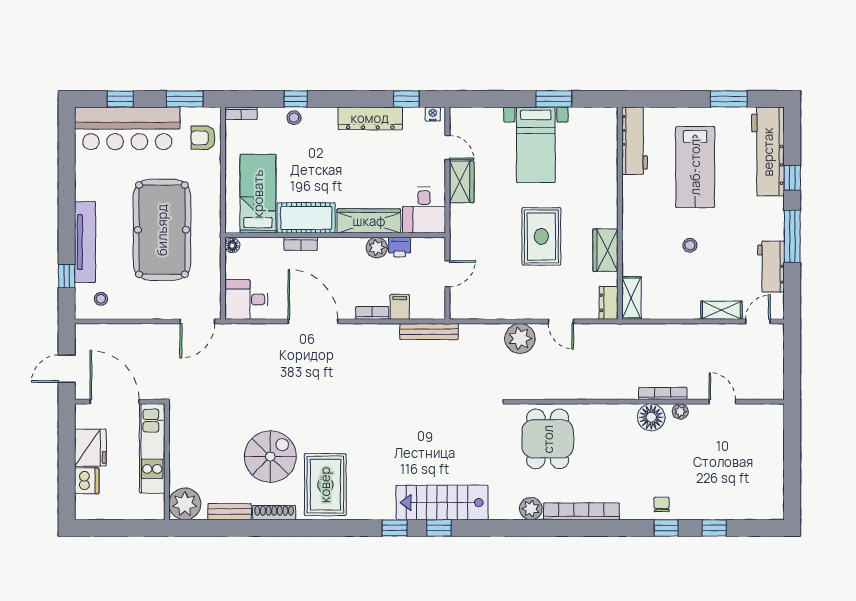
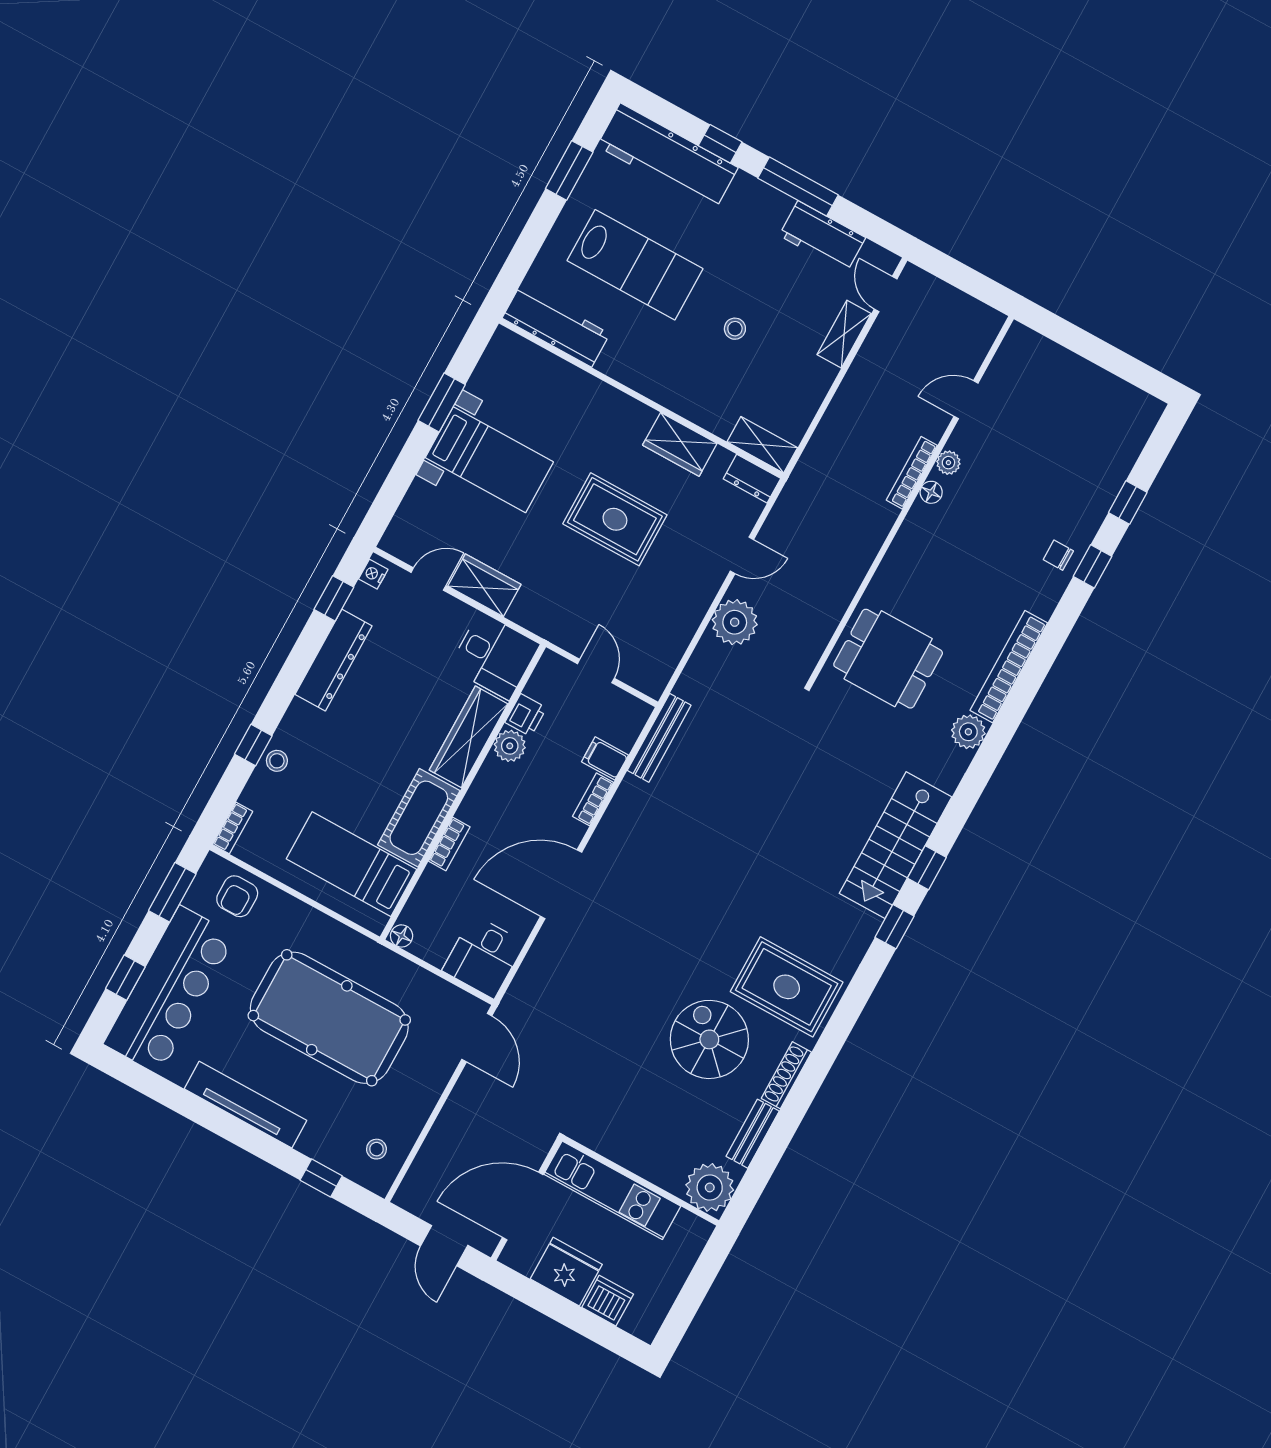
tv unit: (85, 242) -> (245, 1105), moved
floor lamp: (651, 417) -> (931, 492), width x0.53, depth x0.53

